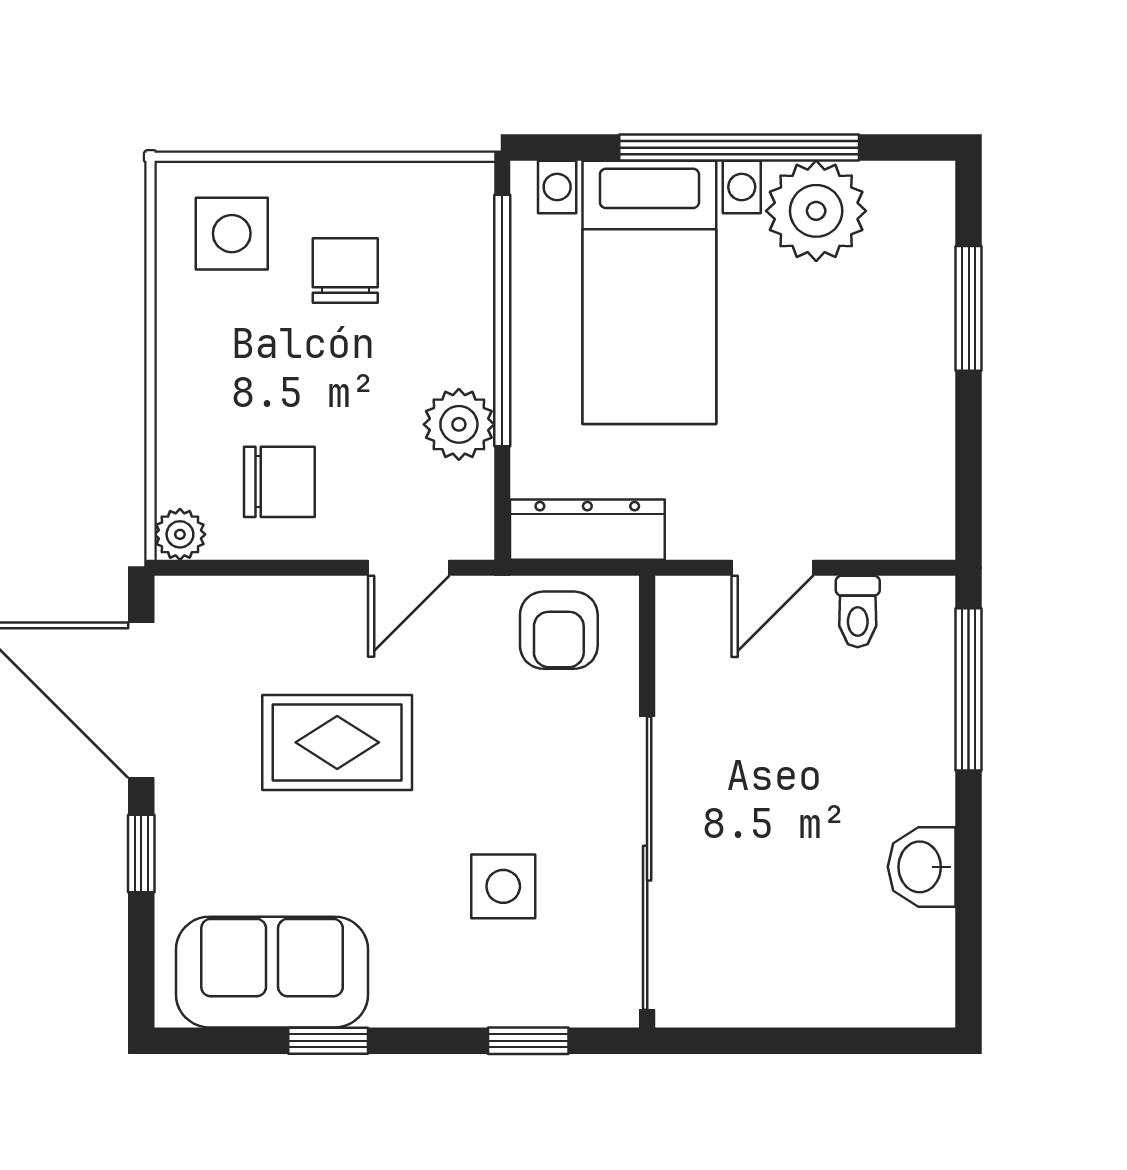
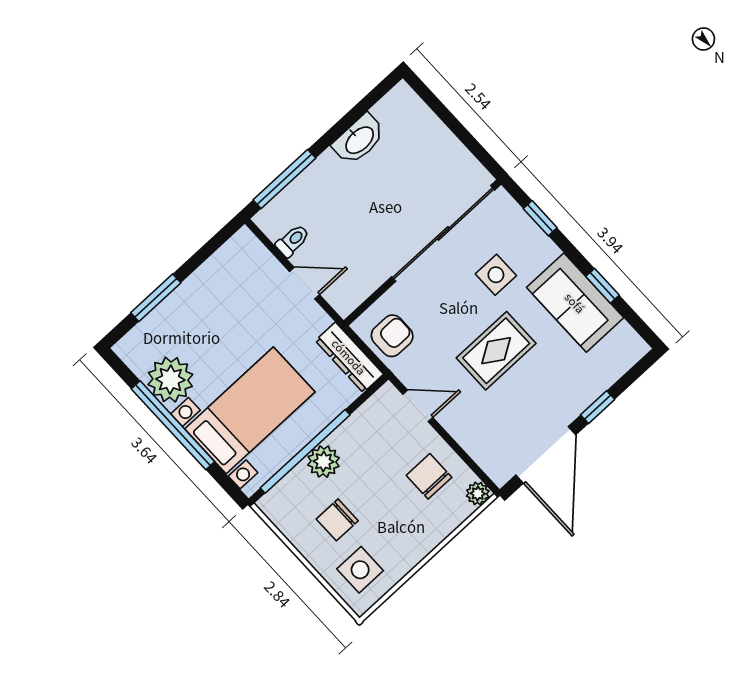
plant: (459, 424) -> (324, 461), moved
rug: (337, 742) -> (496, 351), moved, turned 90
washbasin: (922, 867) -> (359, 140), width x1.38
sofa: (272, 972) -> (575, 303), moved

